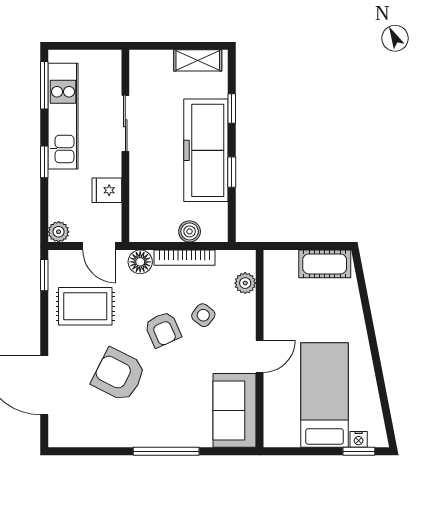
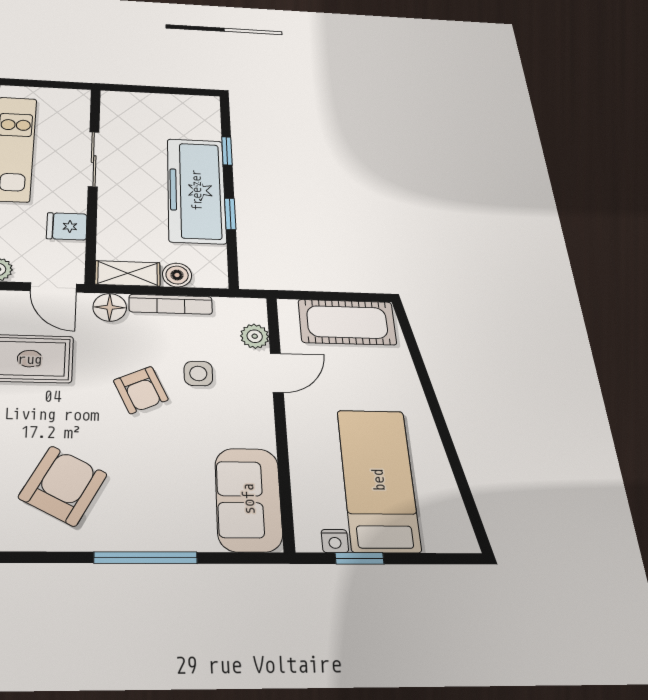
shelving: (198, 60) -> (128, 273), moved
cot: (325, 264) -> (347, 322), width x1.37, depth x1.34
side table: (203, 315) -> (198, 373), turned -38
door: (260, 356) -> (277, 373), moved
armchair: (119, 375) -> (63, 486), moved, turned 91
nightstand: (359, 439) -> (335, 541), moved
window: (359, 451) -> (359, 558), moved

